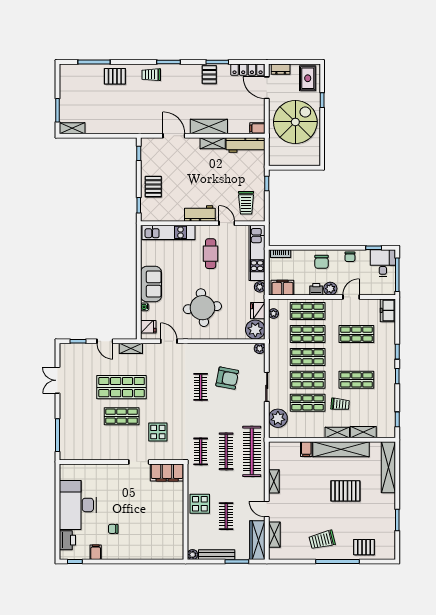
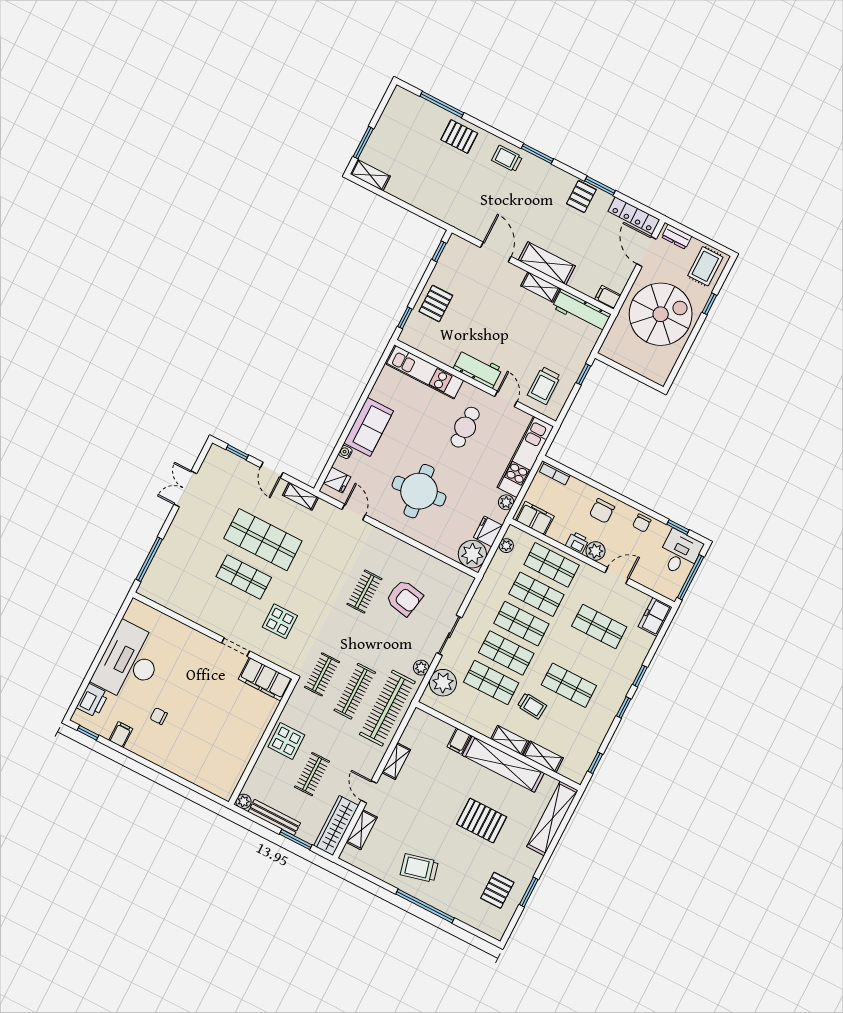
plant: (260, 348) -> (421, 668), moved
pallet: (364, 547) -> (497, 890), moved, turned 90

